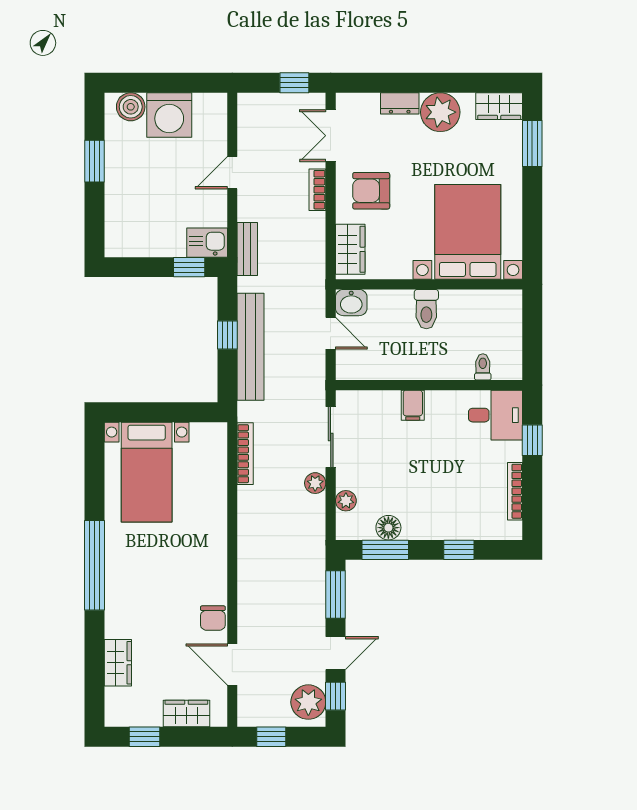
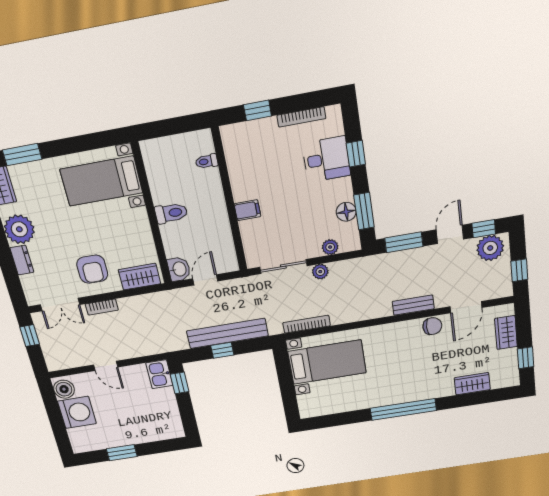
boiler: (131, 107) -> (64, 389), moved
bed with nightstands: (468, 232) -> (101, 181), width x0.73
bench: (247, 249) -> (413, 305), moved
desk: (495, 415) -> (326, 159), moved, turned 90
bed with nightstands: (147, 472) -> (327, 362), moved
door: (336, 653) -> (450, 234), hinge flipped

